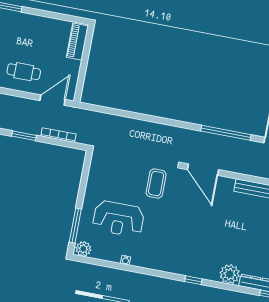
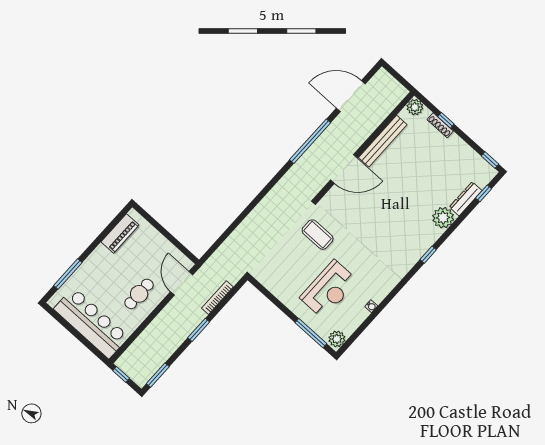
piano: (77, 42) -> (120, 233), moved, turned -90
door: (203, 170) -> (344, 169), moved

